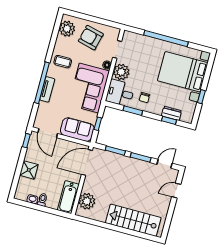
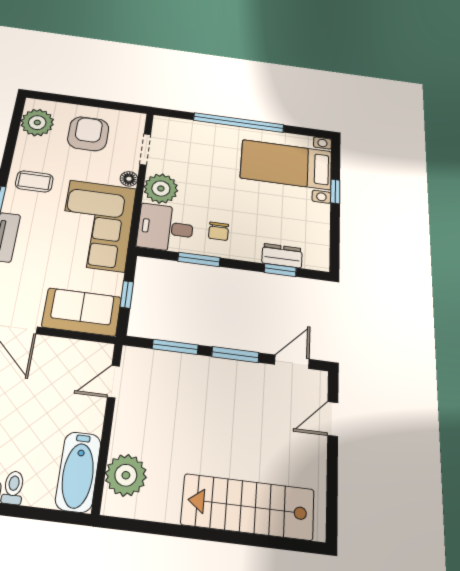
armchair: (91, 38) -> (88, 134), turned 76
bed with nightstands: (183, 72) -> (286, 165), width x0.73
window: (201, 97) -> (335, 191), moved
door: (87, 162) -> (113, 382), width x0.53

